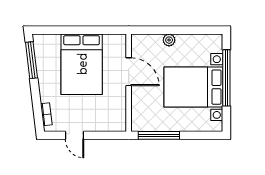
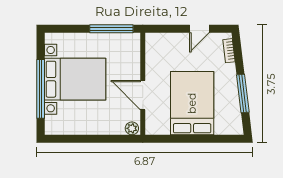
plant: (169, 40) -> (132, 128), moved
window: (31, 60) -> (243, 94), moved
door: (75, 135) -> (199, 29), swing flipped

